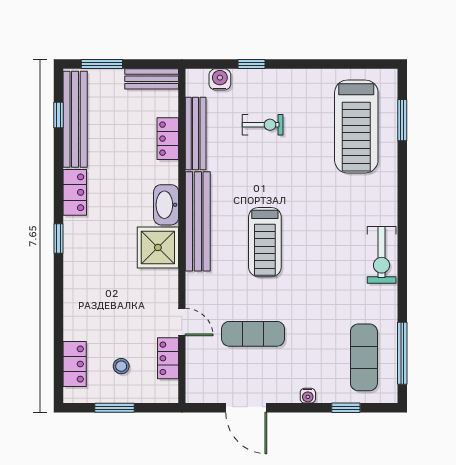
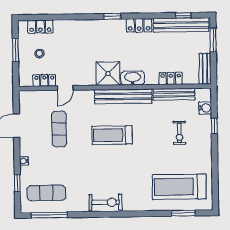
exercise bike: (382, 255) -> (106, 202), turned 180

